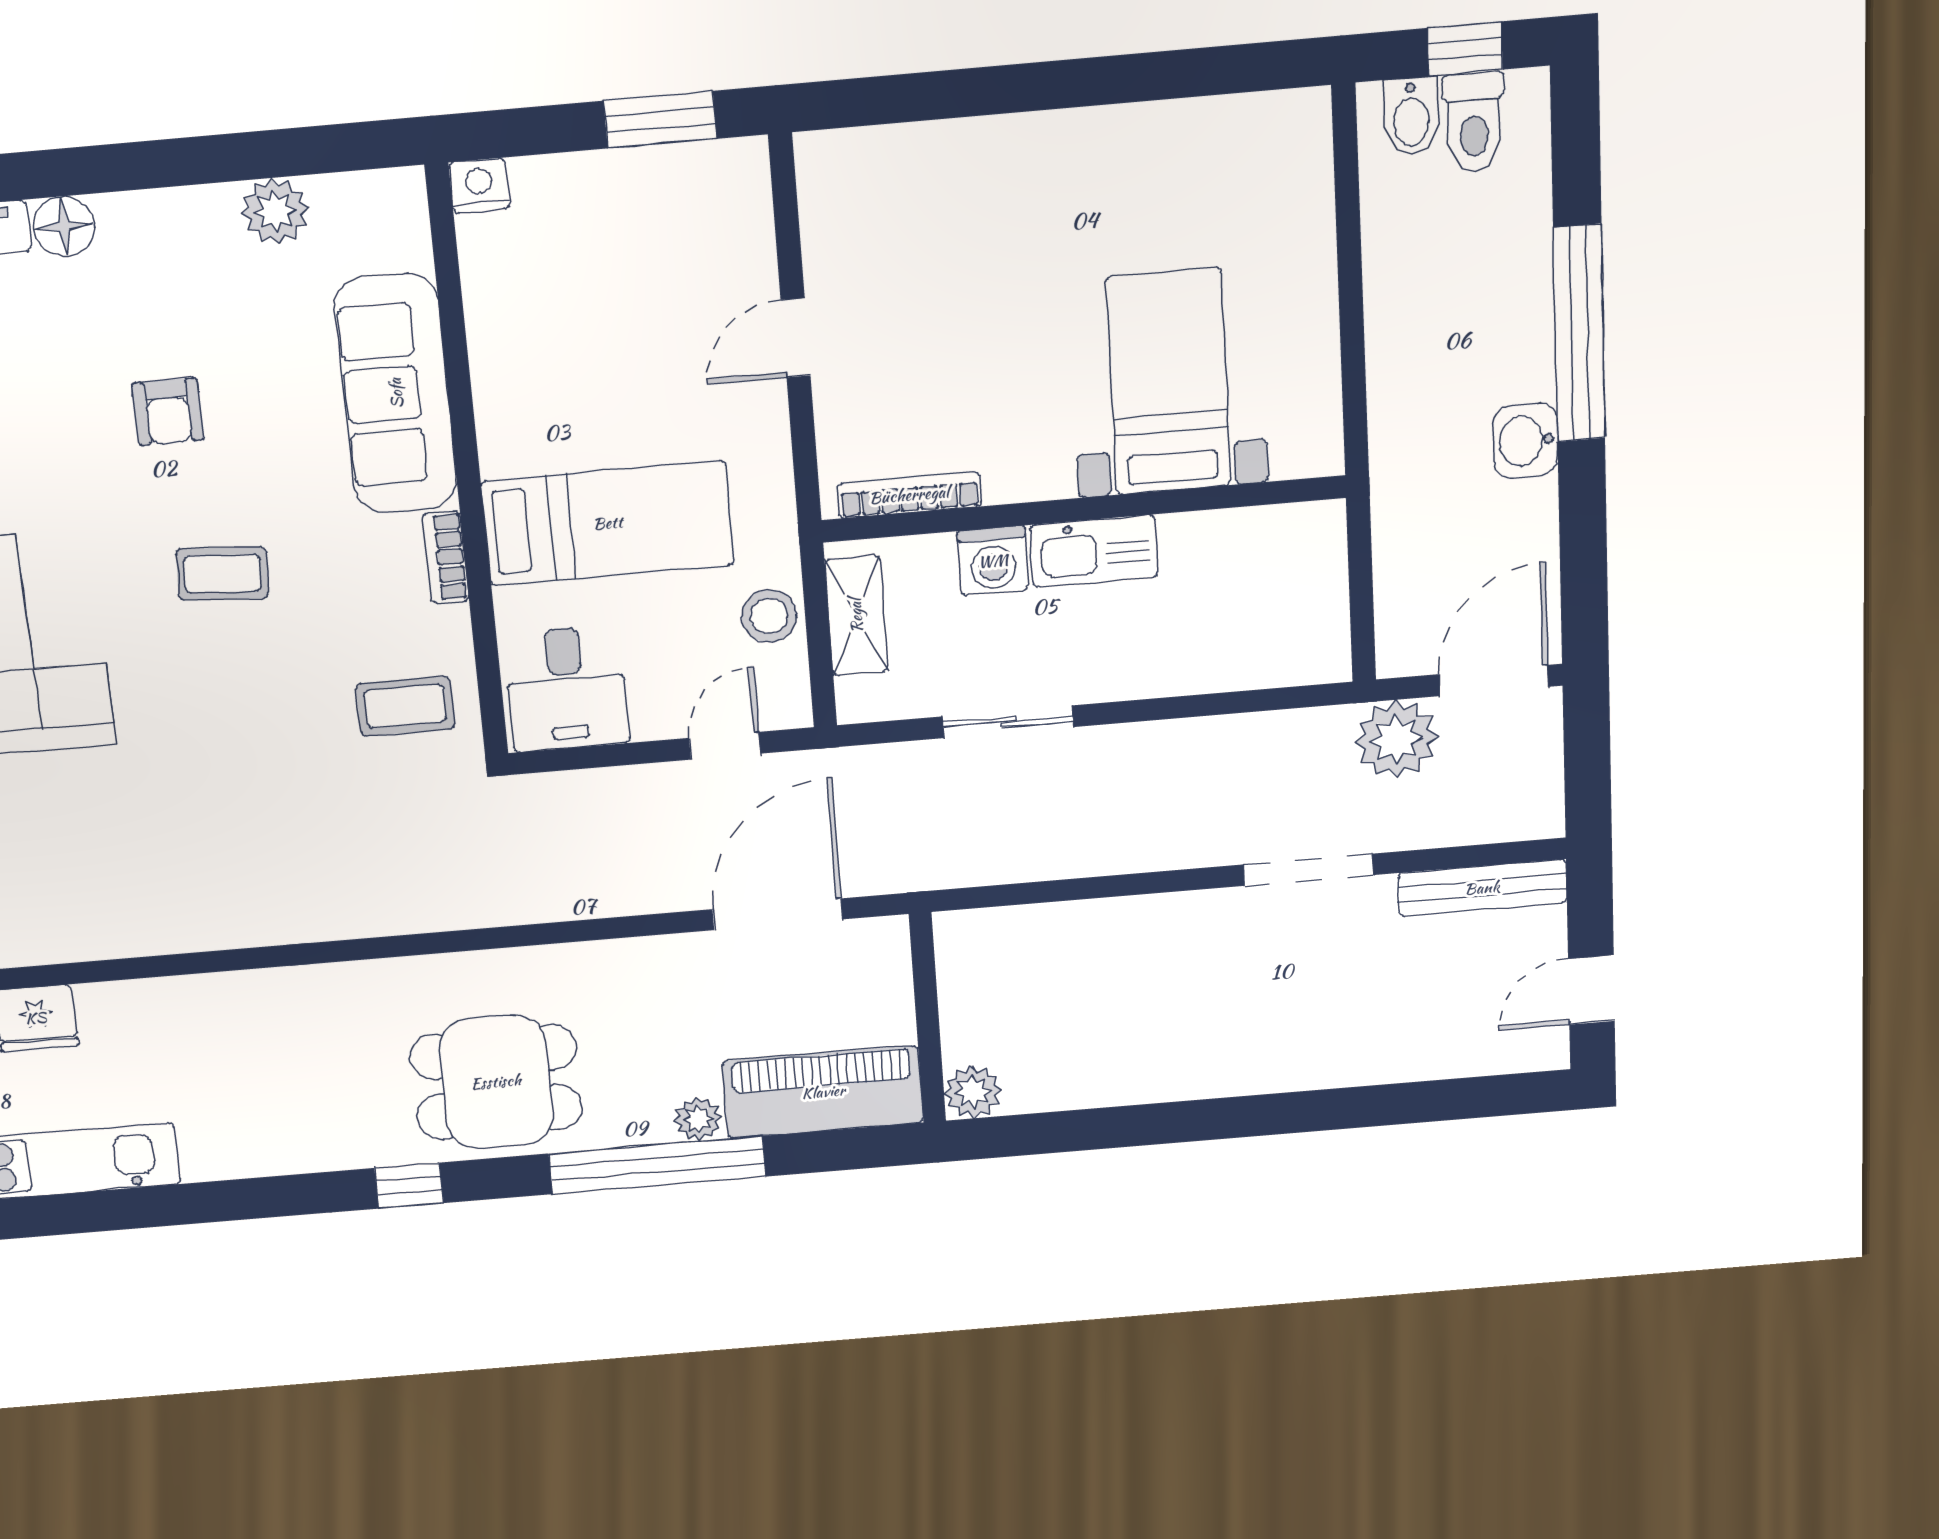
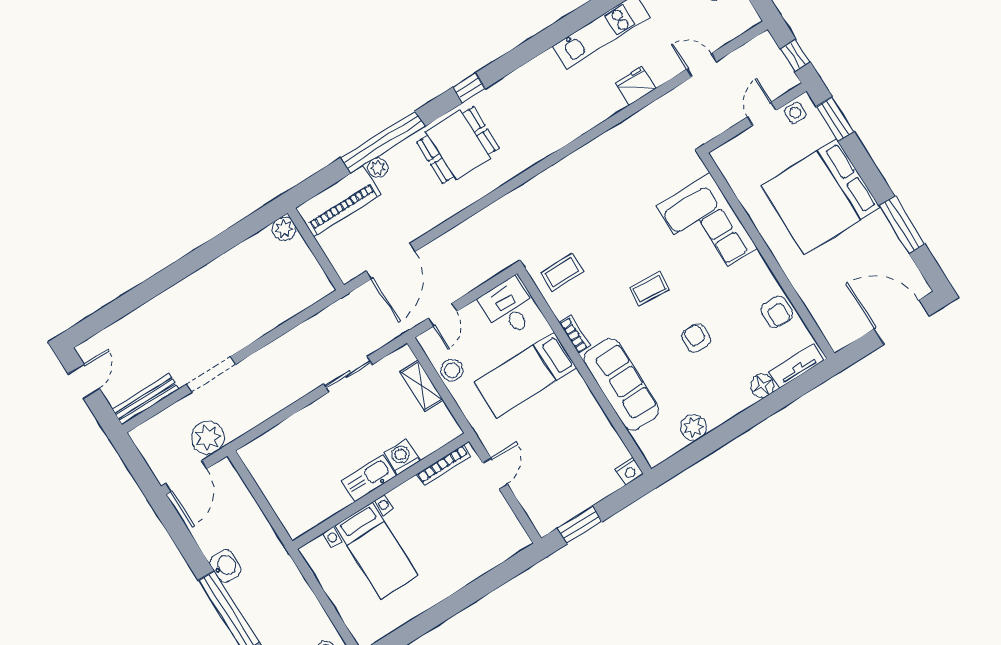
bed with nightstands: (1168, 382) -> (376, 550), moved
bookcase: (909, 495) -> (444, 465), moved
wall: (1084, 509) -> (381, 491), moved
kitchen sink: (1094, 551) -> (369, 478), moved
washing machine: (993, 561) -> (402, 457), moved

